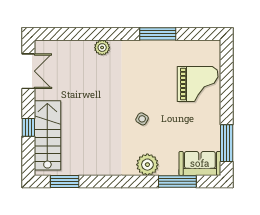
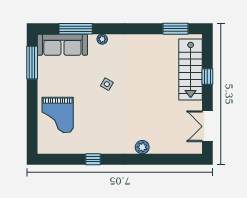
window: (158, 34) -> (93, 159), width x0.46
grand piano: (198, 84) -> (58, 115), turned -90
sofa: (200, 163) -> (62, 45), width x1.36
plant: (147, 165) -> (102, 39), width x0.53, depth x0.53

